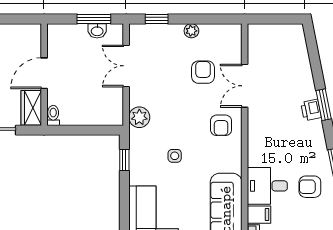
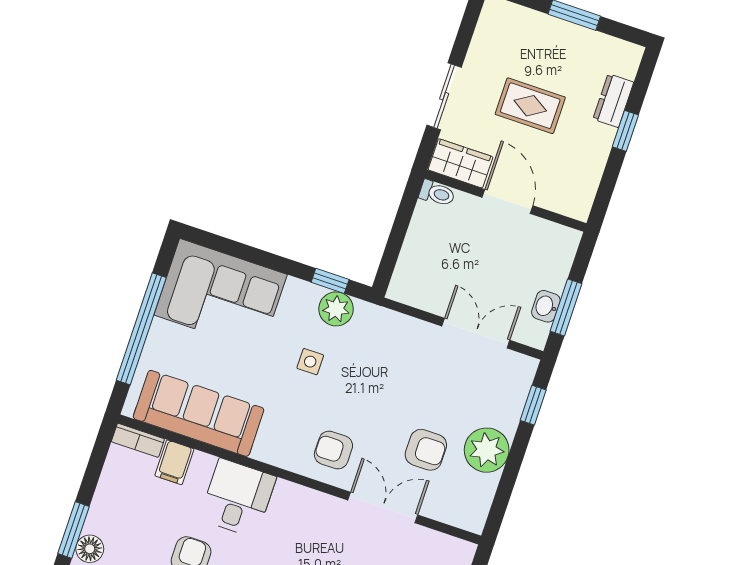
plant: (191, 31) -> (487, 450), width x1.88, depth x1.88
plant: (139, 117) -> (336, 309), moved
desk: (267, 186) -> (238, 498), moved

